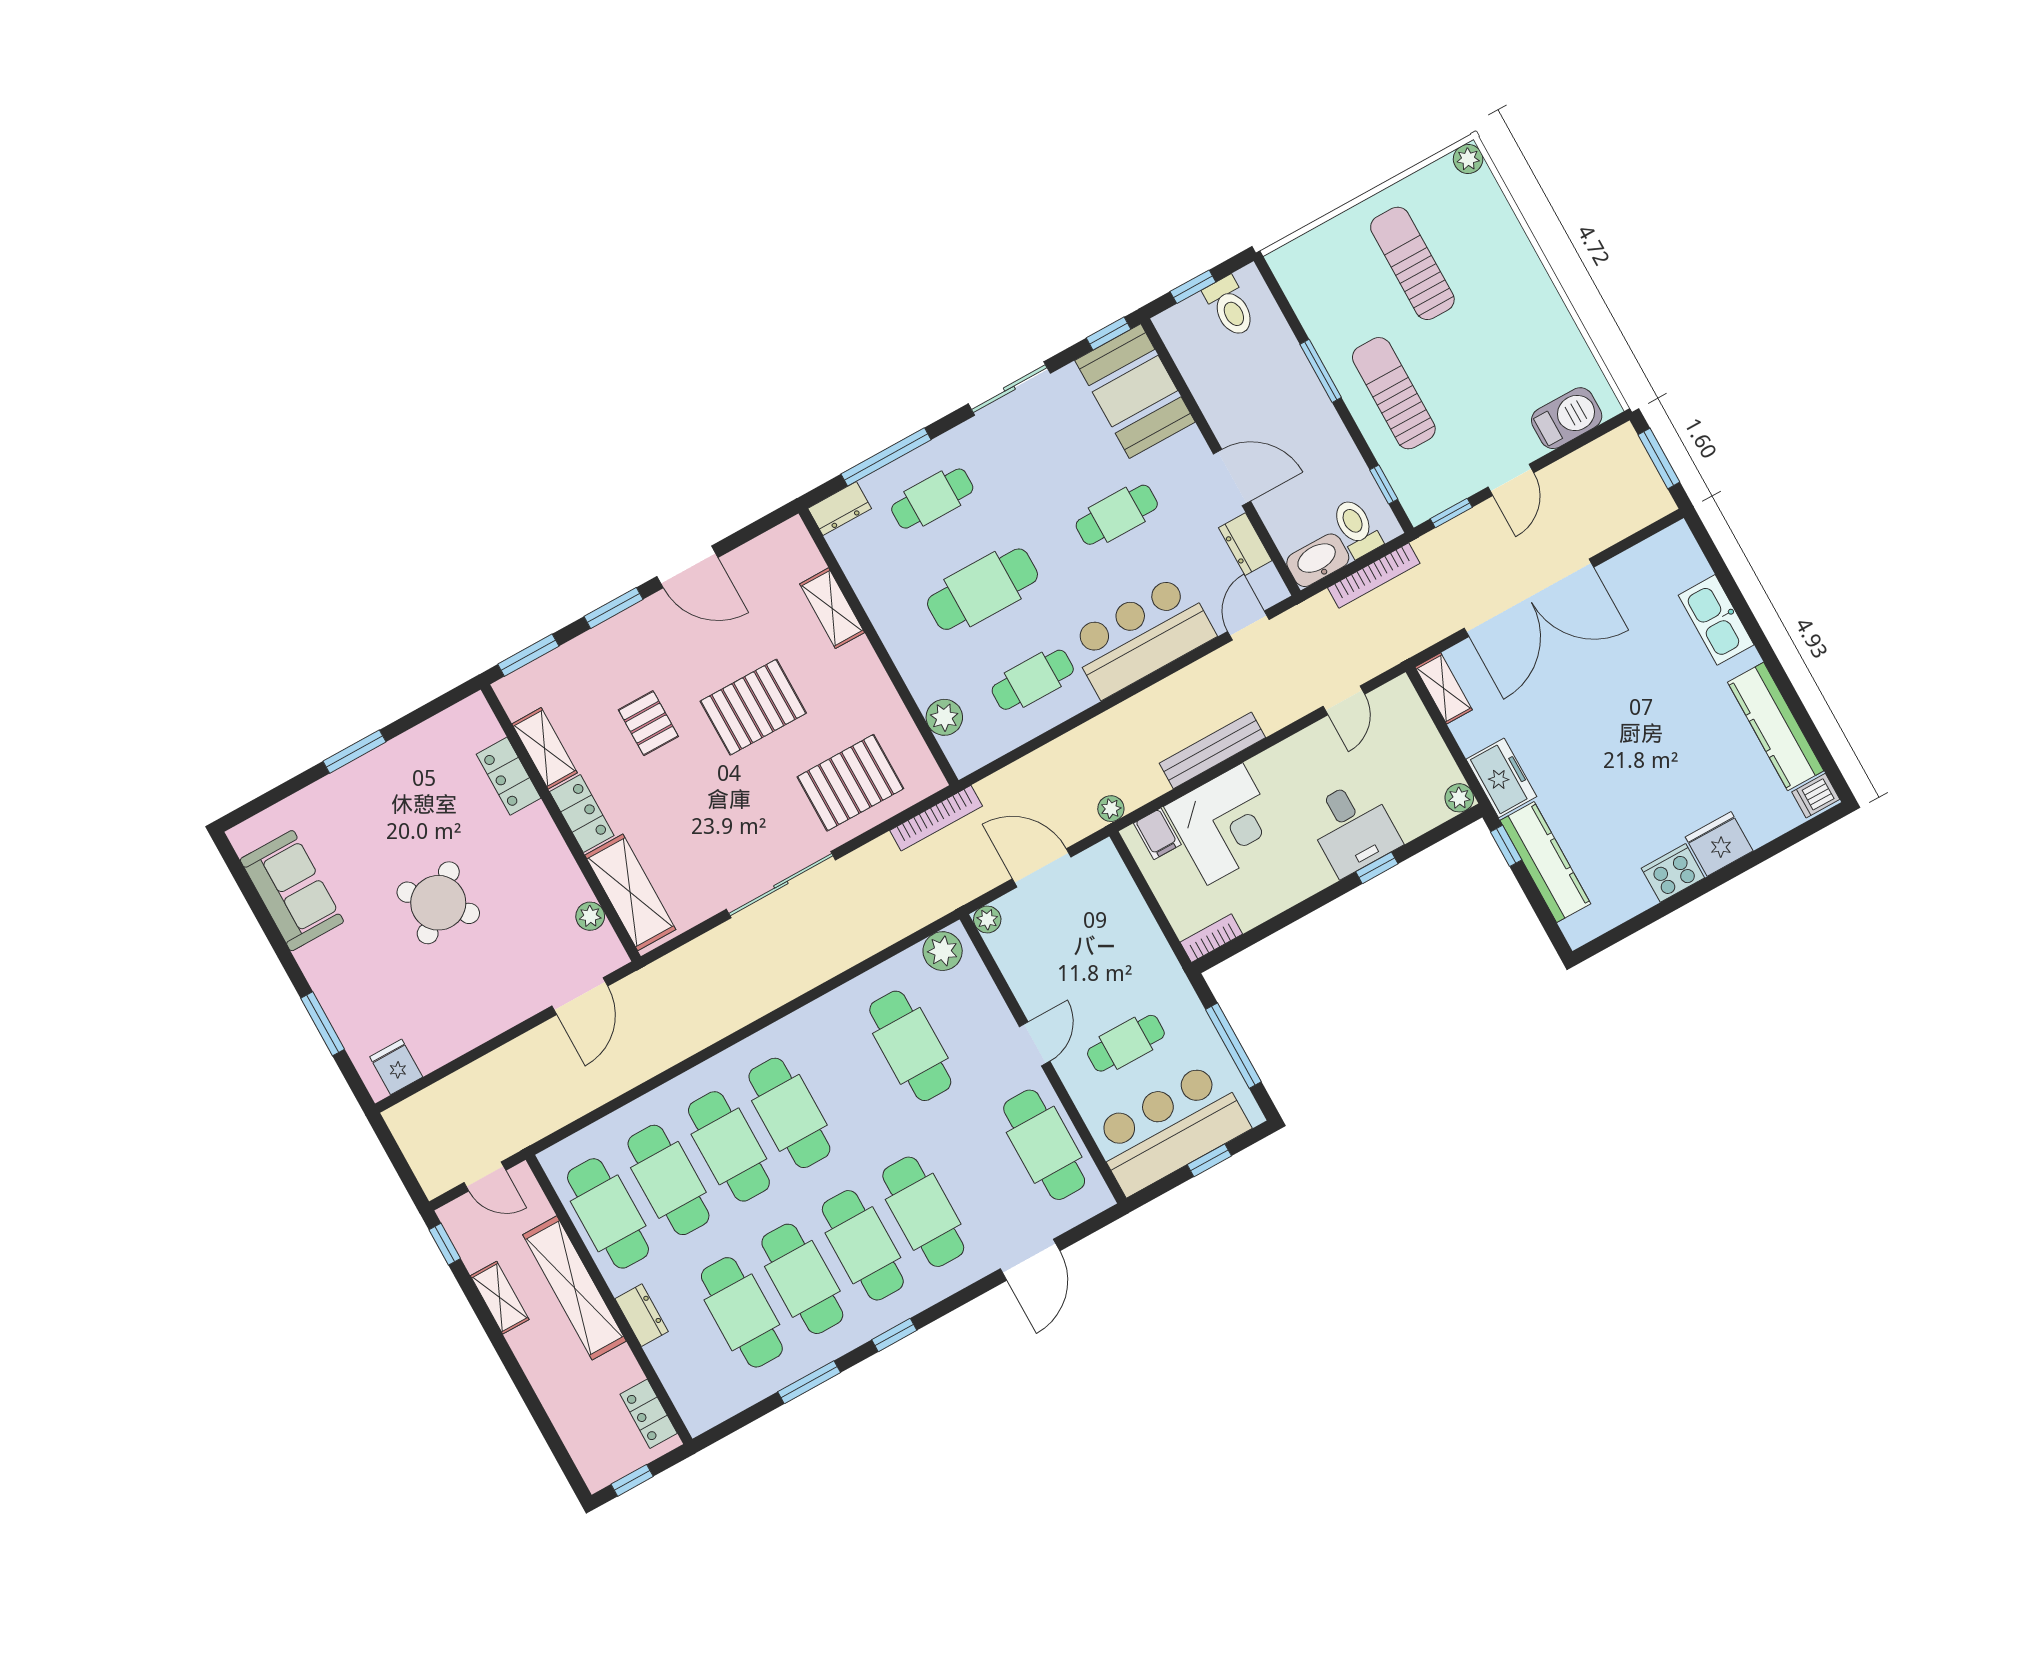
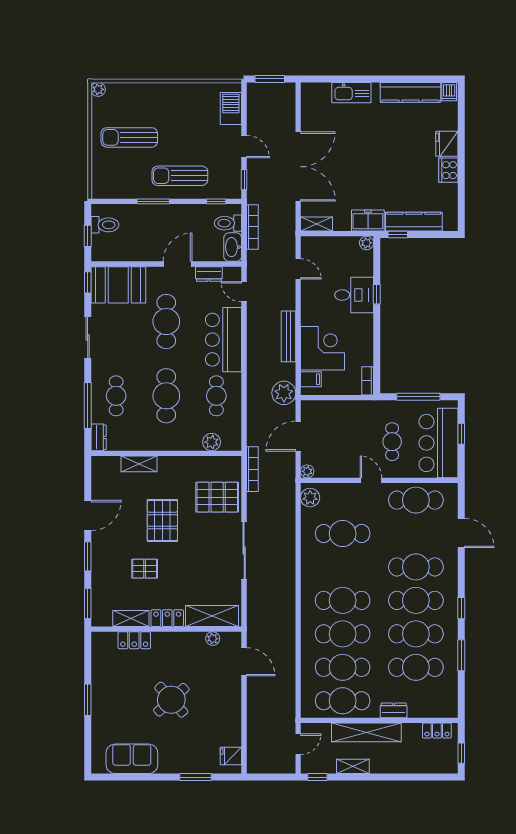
cafe table: (1117, 515) -> (166, 322), width x1.37, depth x1.35
pallet: (850, 783) -> (217, 497), turned 90
plant: (1111, 809) -> (284, 393), width x1.88, depth x1.88

